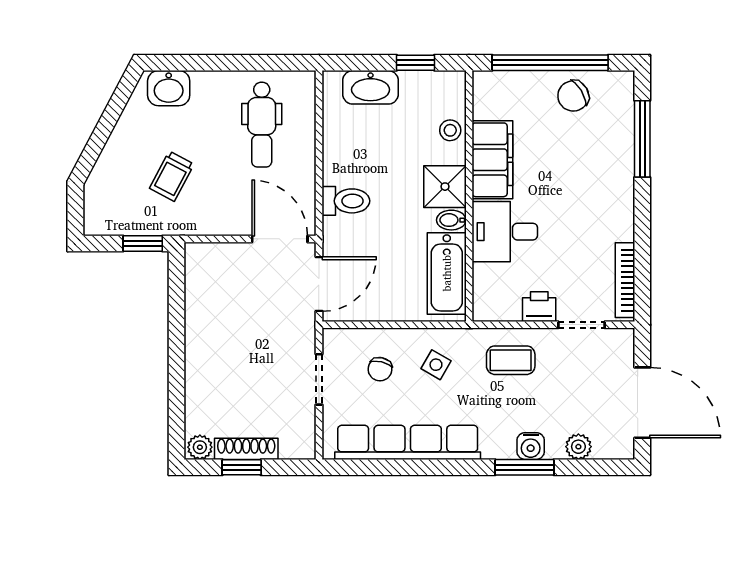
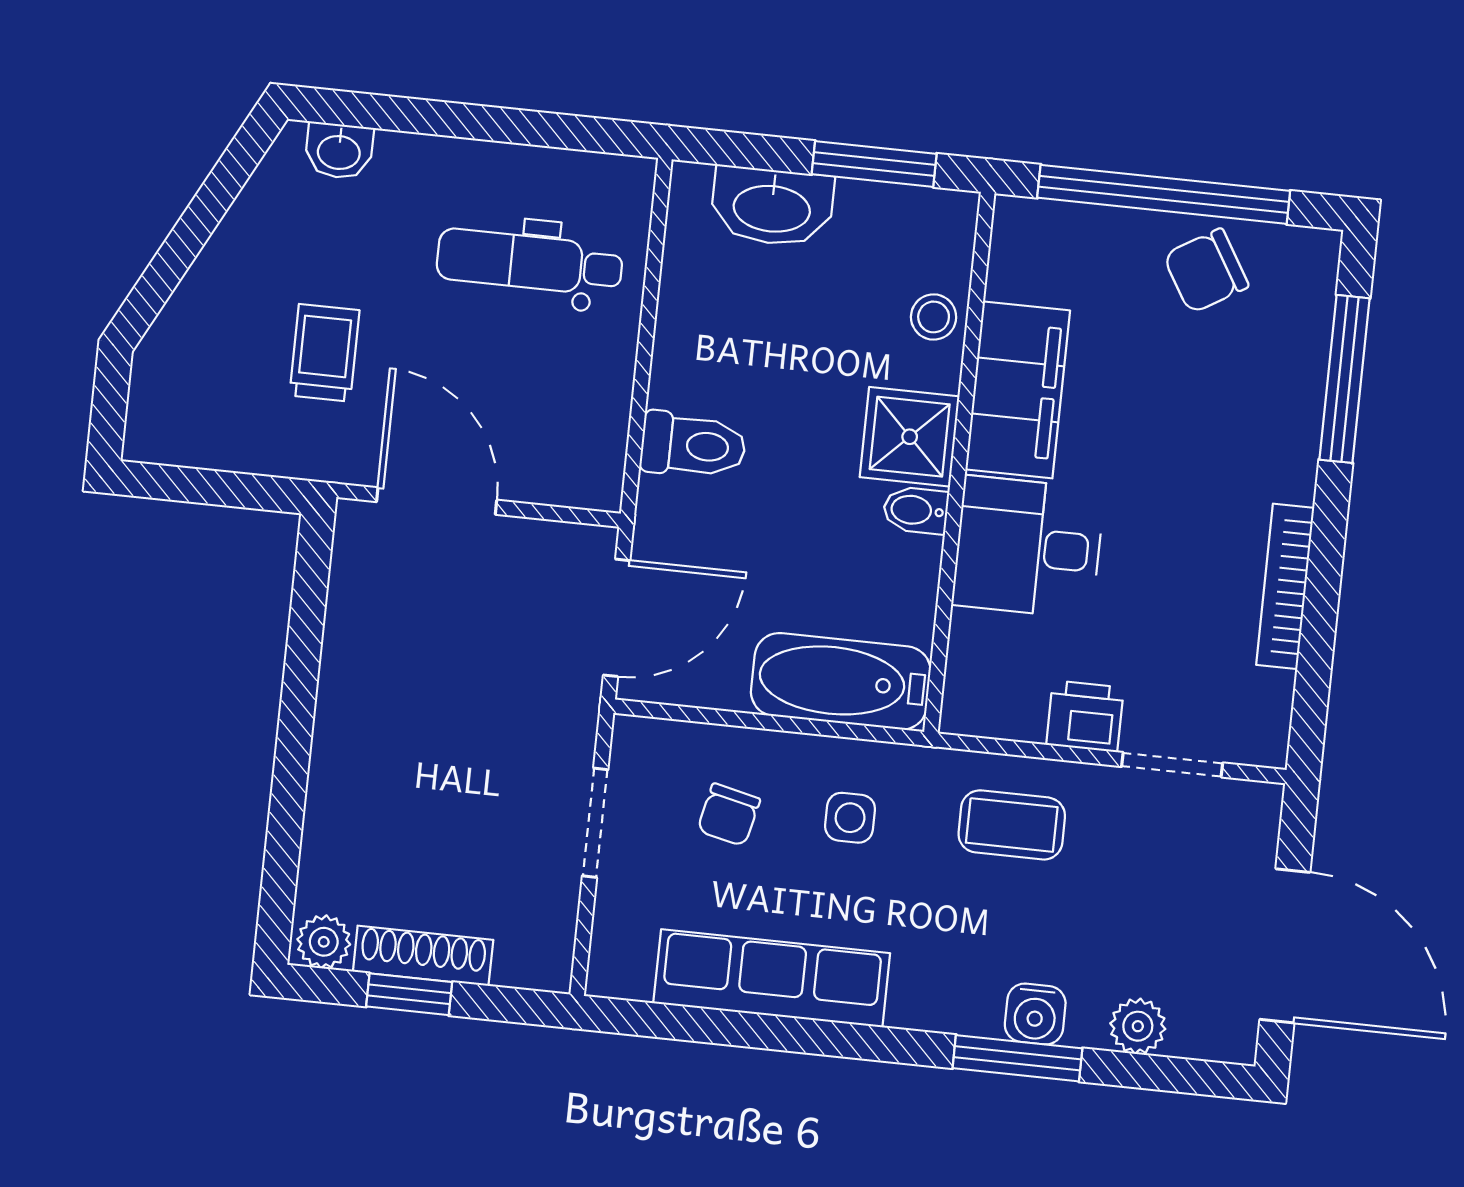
window: (415, 63) -> (874, 164), width x1.50
washbasin: (169, 88) -> (339, 151), width x0.72, depth x0.69
dental chair: (262, 125) -> (530, 262), turned 90
trolley: (172, 176) -> (324, 353), turned 152
door: (280, 239) -> (437, 501), moved
window: (143, 244) -> (247, 491), removed
bathtub: (447, 273) -> (841, 681), moved, turned 90
bookcase: (625, 280) -> (1285, 586), moved
side table: (436, 365) -> (850, 818), turned -30
row of seats: (408, 442) -> (772, 978), width x0.73

